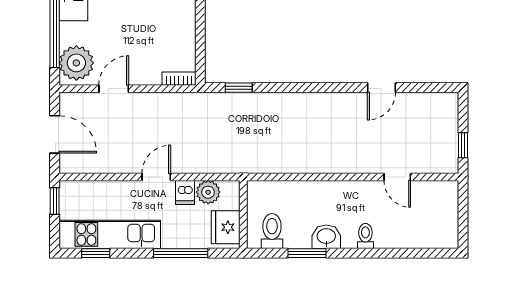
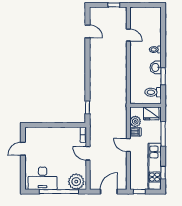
door: (381, 88) -> (87, 31), moved
door: (114, 89) -> (88, 153), moved
door: (397, 177) -> (128, 35), hinge flipped

